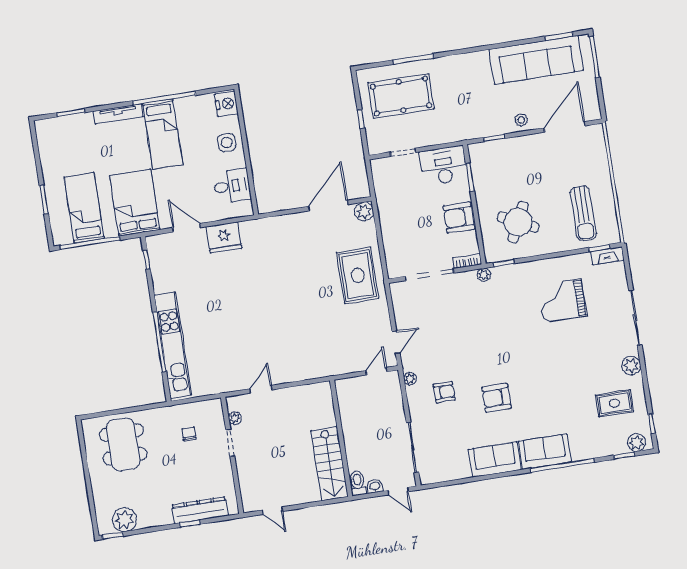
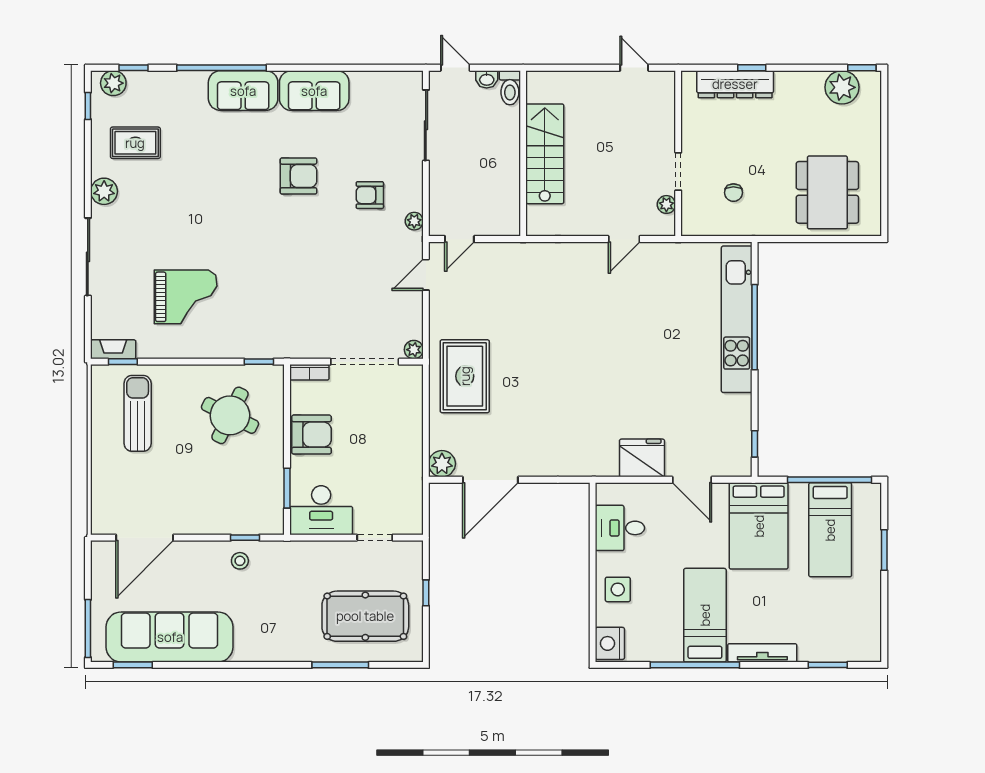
stool: (521, 120) -> (240, 561), moved
plant: (484, 275) -> (414, 350), moved
stairs: (329, 464) -> (545, 154), moved

